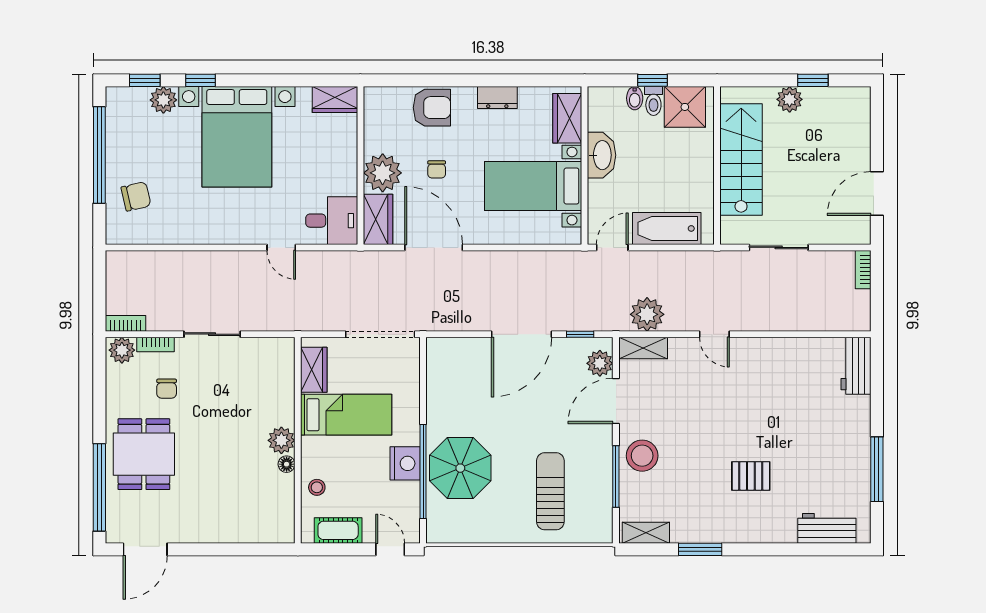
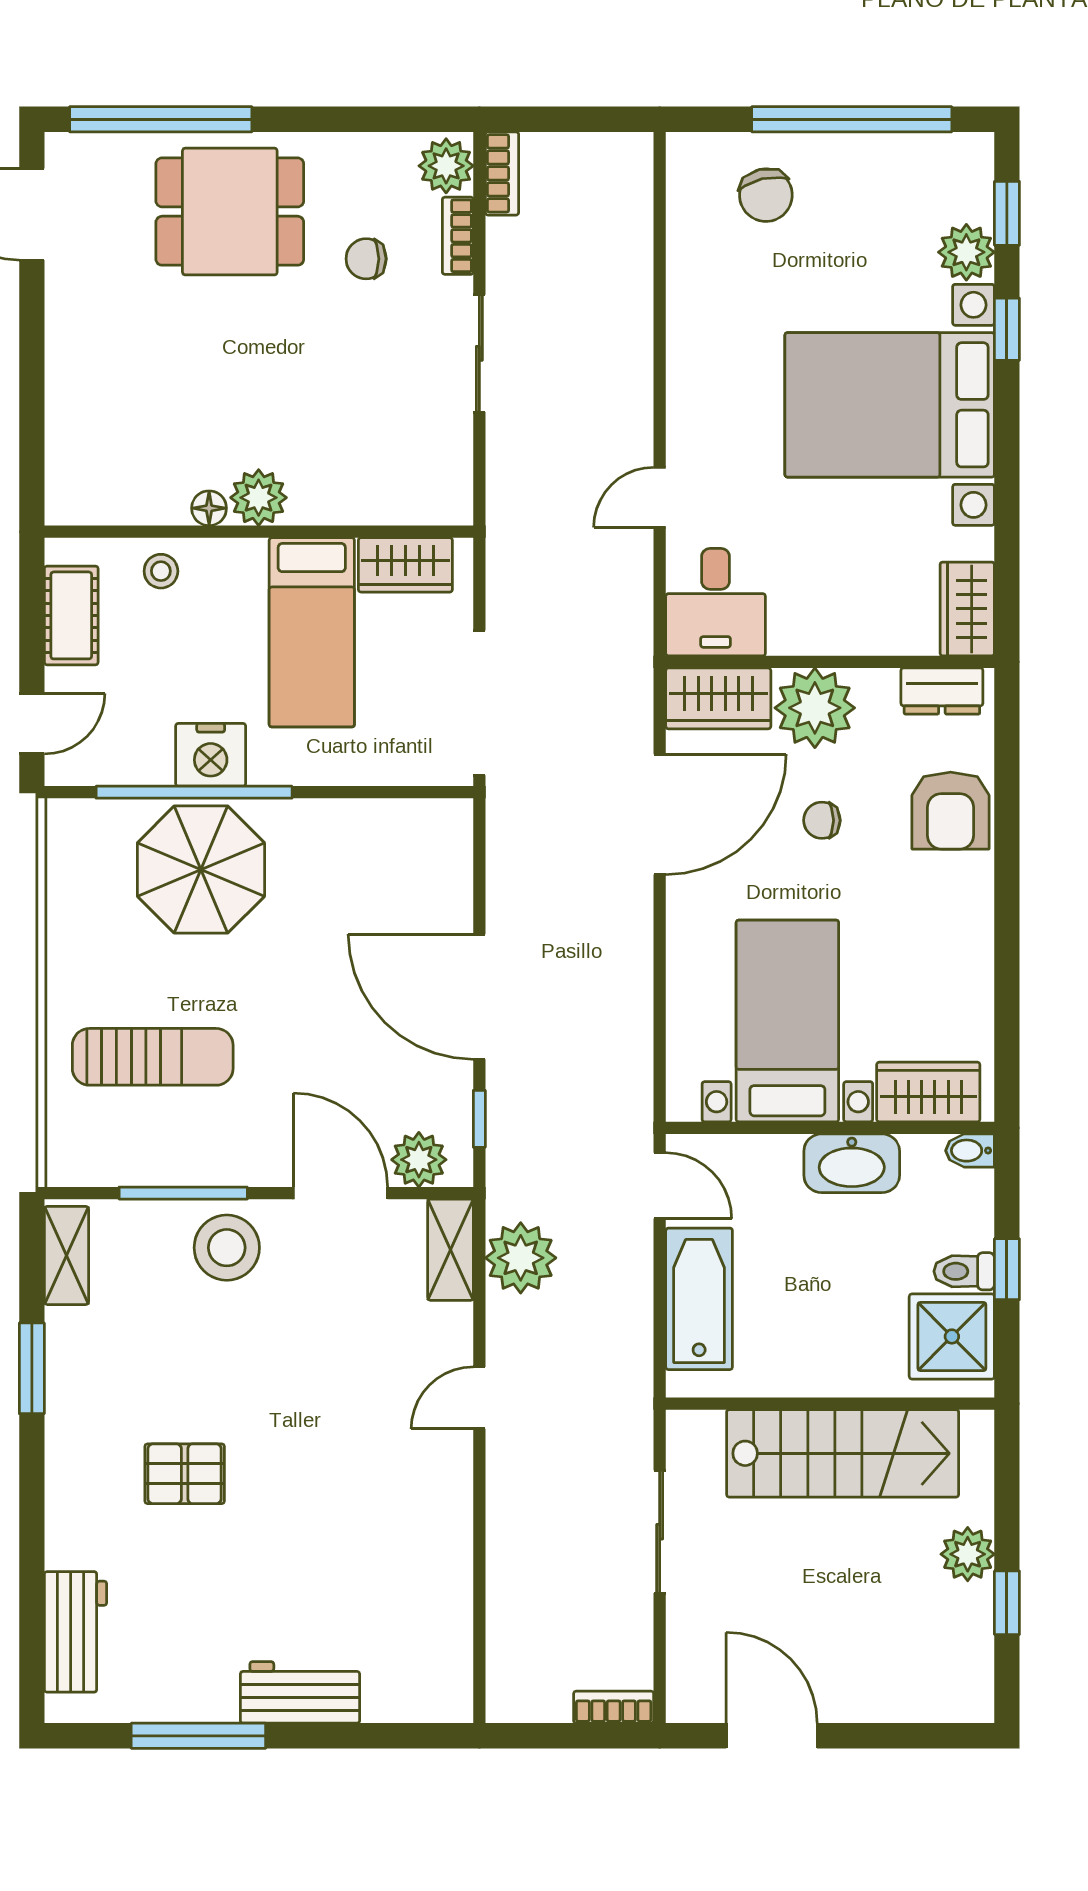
dresser: (497, 98) -> (942, 691), moved, turned -90
bidet: (635, 98) -> (970, 1151), moved
workbench: (856, 366) -> (300, 1692), moved
pallet: (751, 476) -> (185, 1474), turned 90

